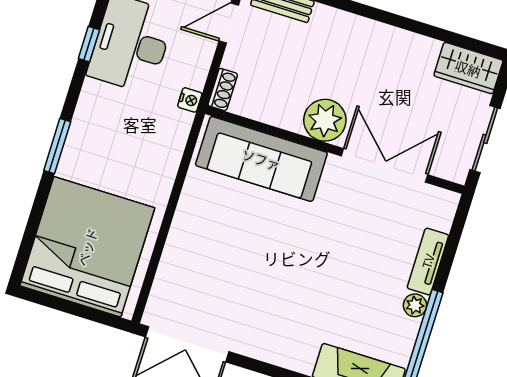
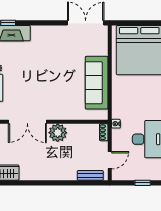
sofa: (261, 159) -> (97, 83), moved, turned -90

